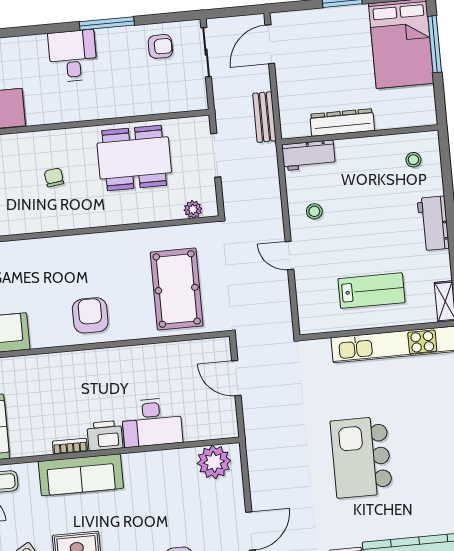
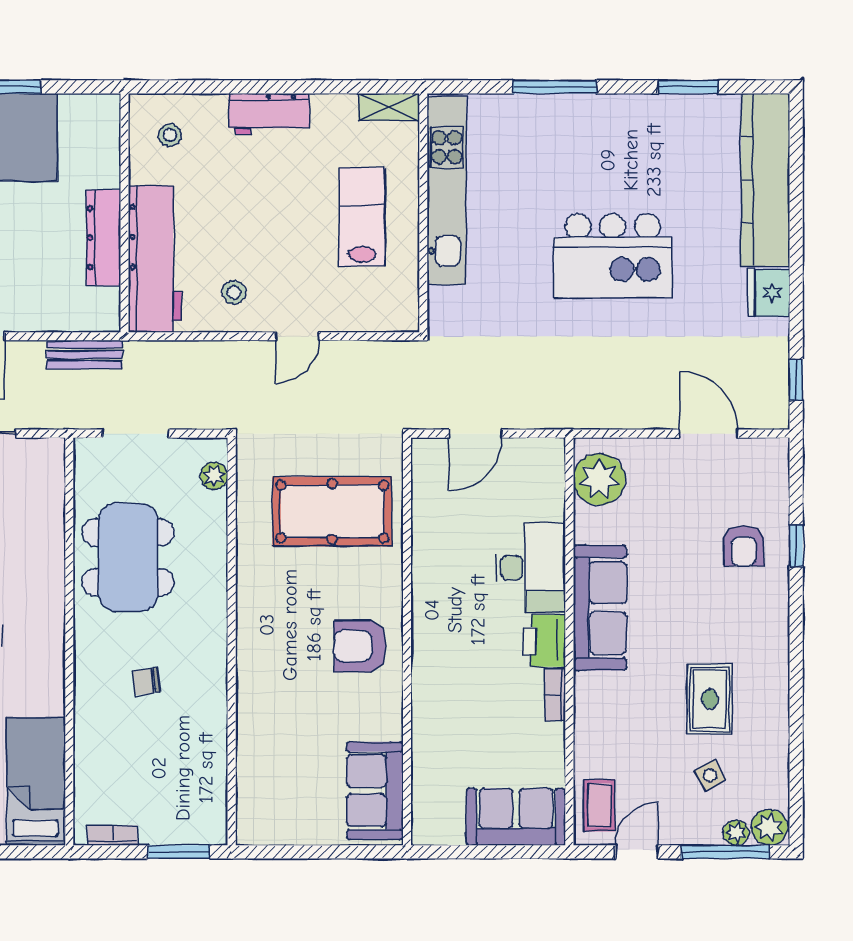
workbench: (309, 155) -> (155, 259), width x1.87, depth x1.32
sofa: (81, 475) -> (600, 608), moved

